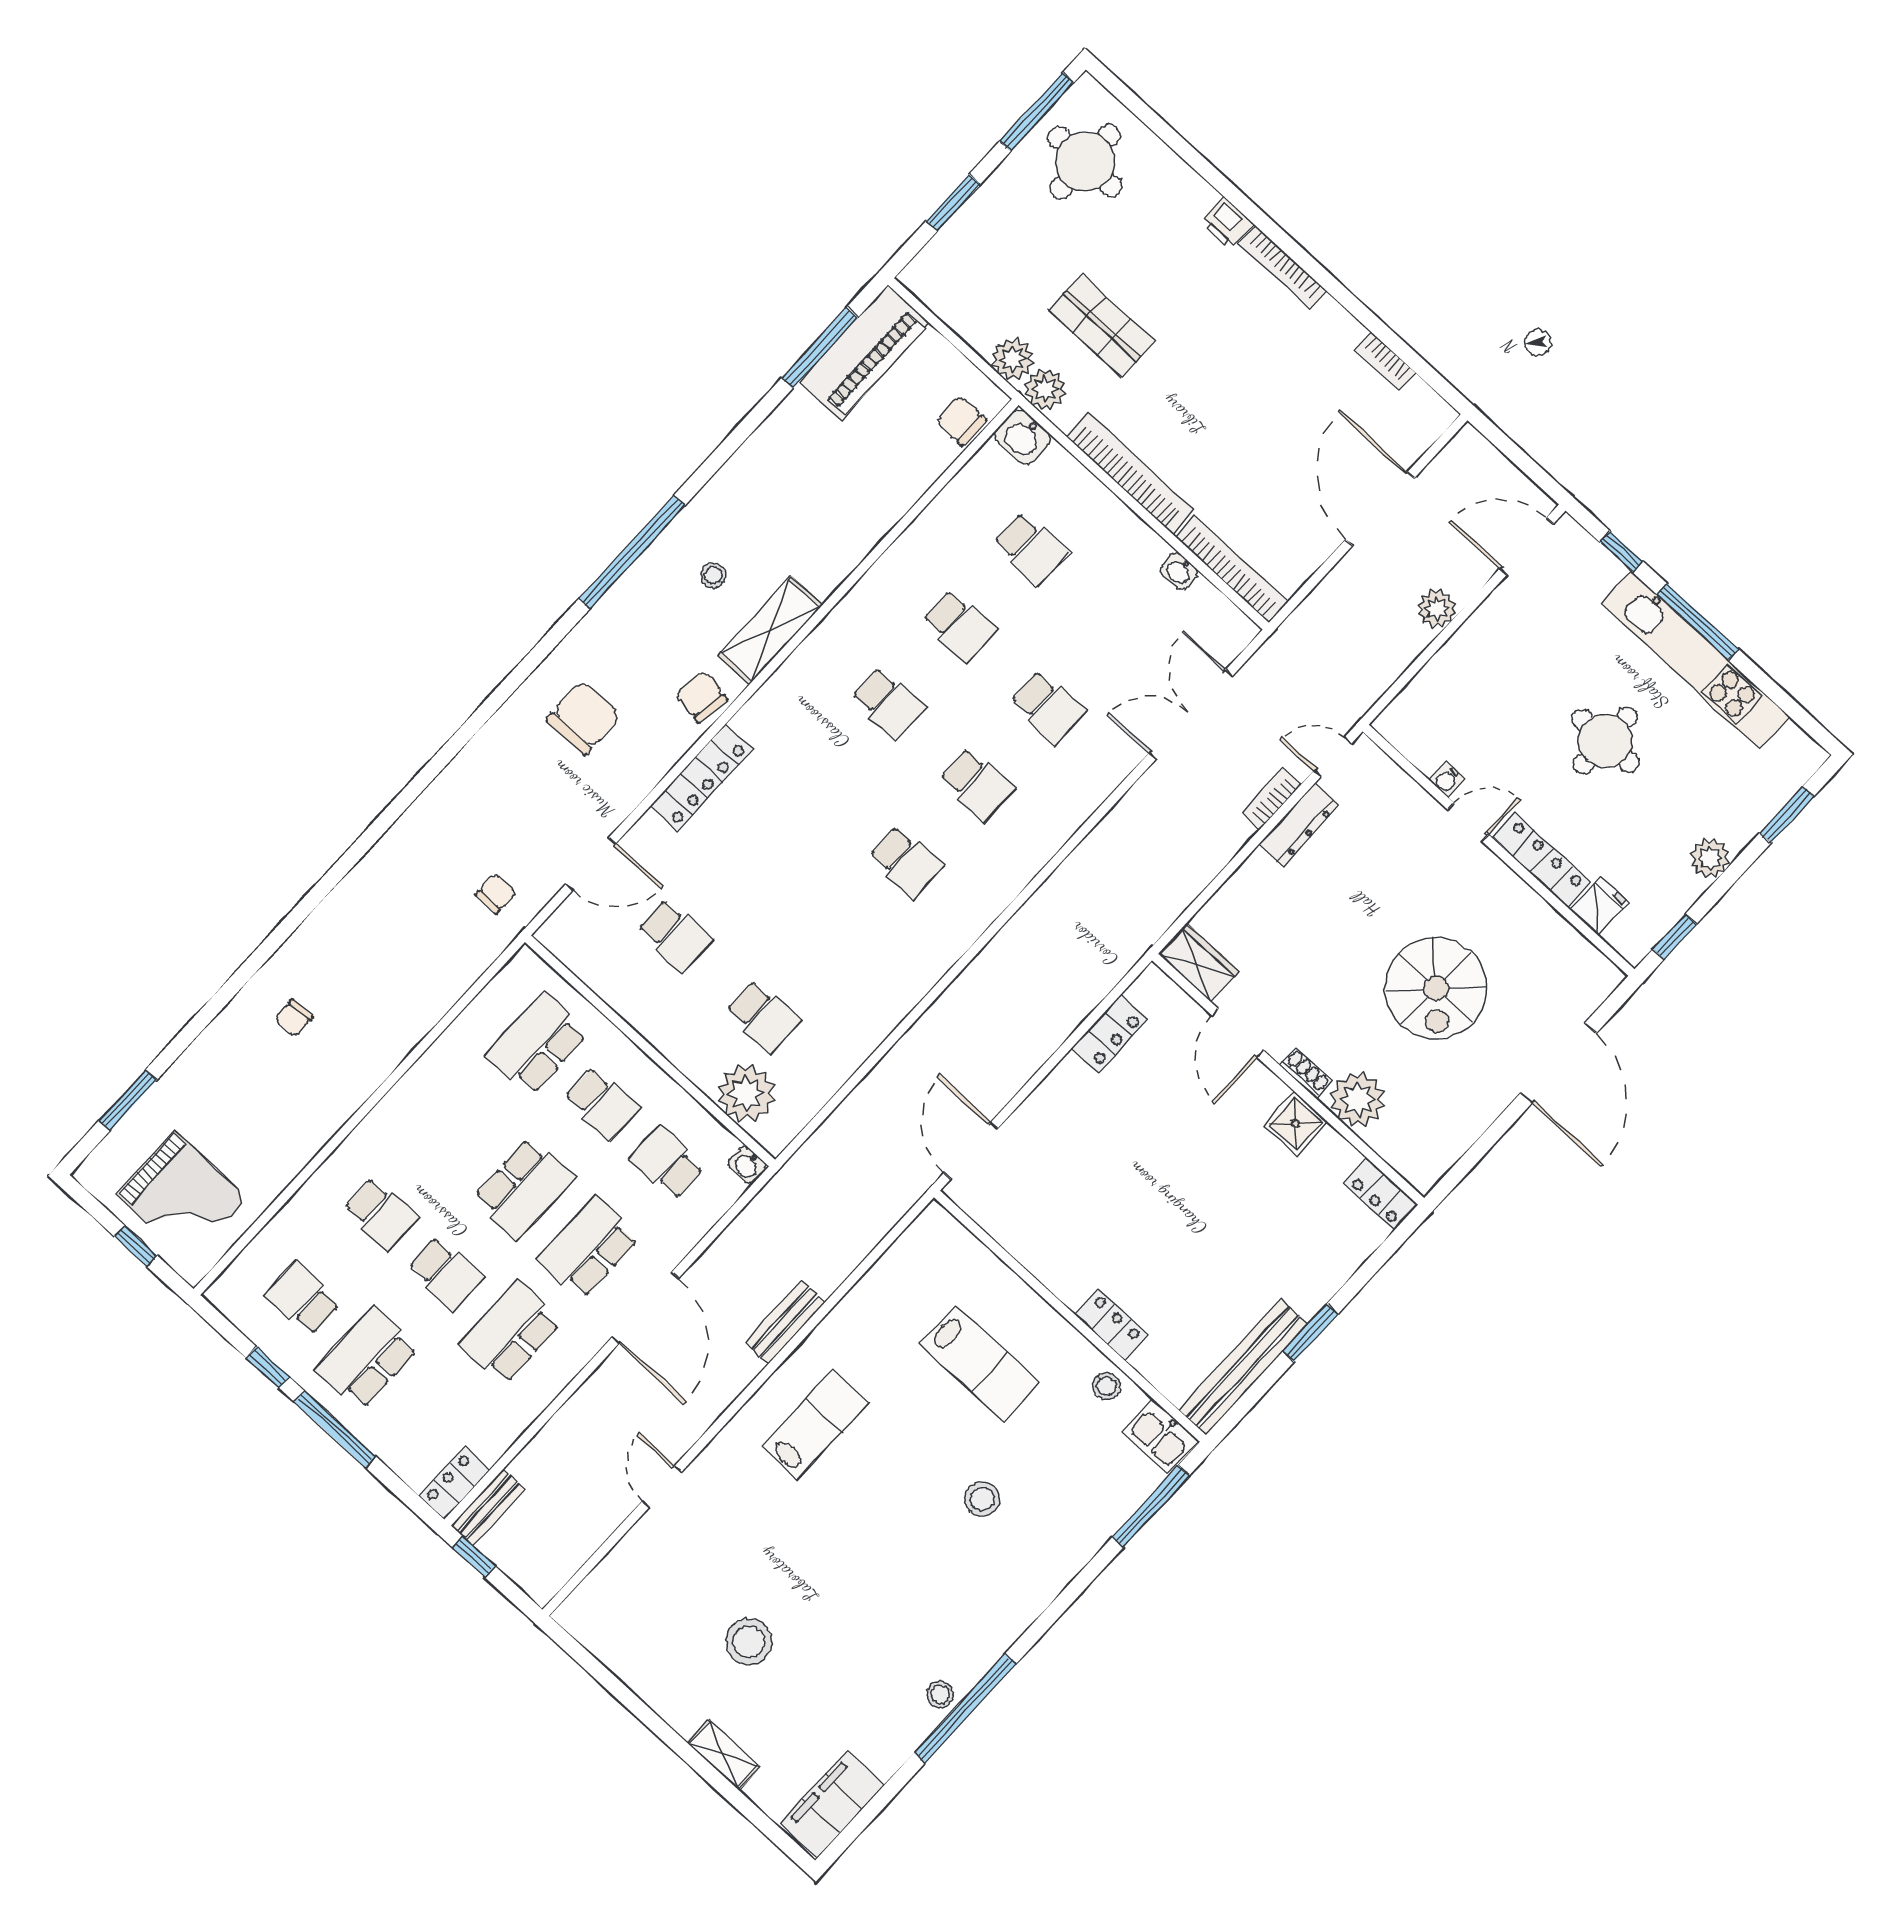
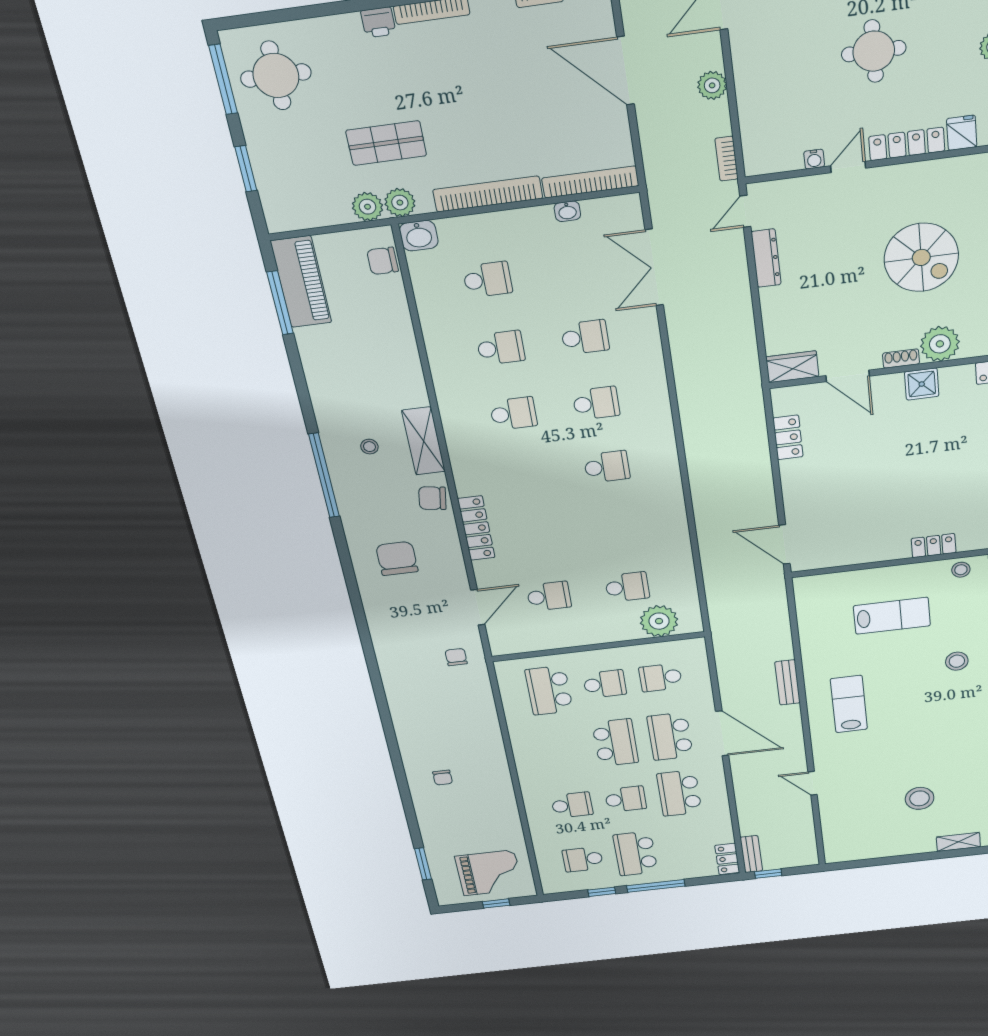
bookcase: (1272, 799) -> (727, 159), moved
washbasin: (747, 1165) -> (695, 645), removed

